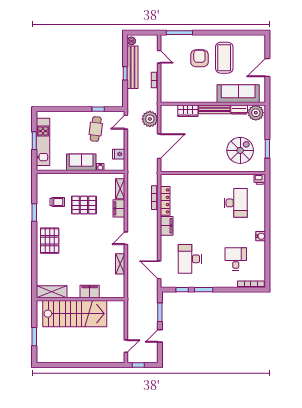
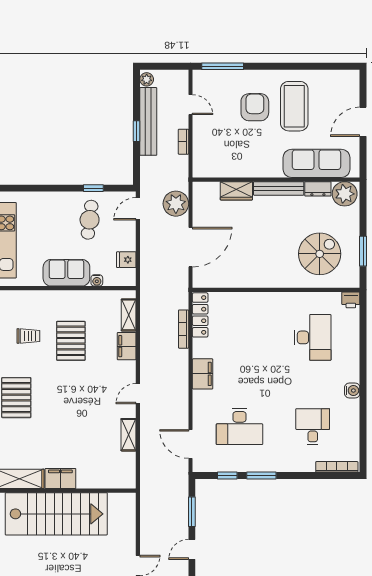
locker: (165, 201) -> (200, 315), moved
pallet: (84, 205) -> (71, 341), turned 90
desk: (190, 259) -> (240, 427), turned -90
filing cabinet: (90, 291) -> (60, 479), moved

